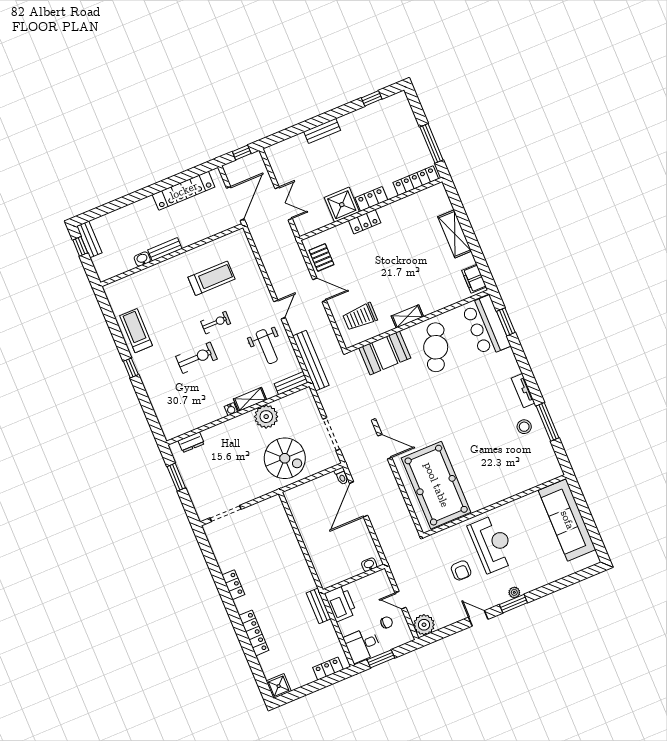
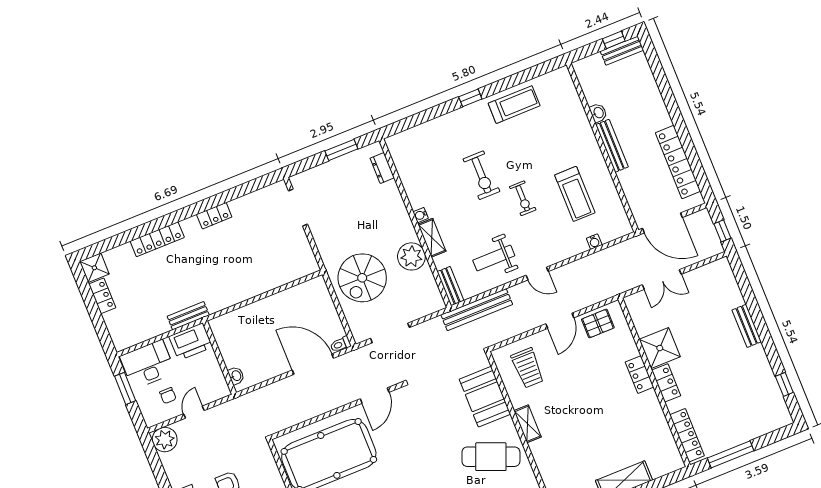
bench: (165, 249) -> (612, 146), width x1.36
water cooler: (252, 261) -> (594, 242), added
trolley: (360, 317) -> (528, 368), turned 180
desk: (362, 645) -> (148, 364), width x1.37
locker: (328, 669) -> (102, 296), moved

